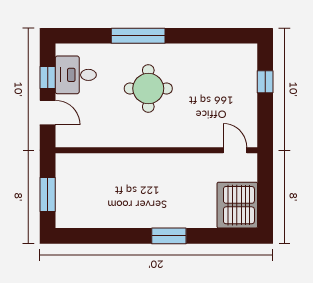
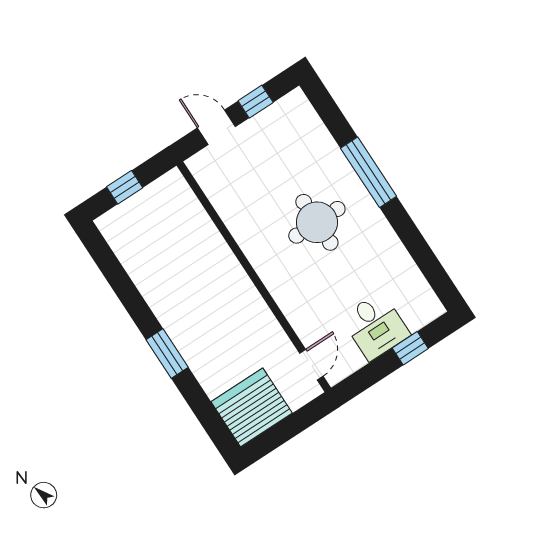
desk: (76, 75) -> (375, 326), moved, turned 180
door: (48, 113) -> (216, 127), swing flipped
window: (48, 194) -> (125, 187), width x0.67

